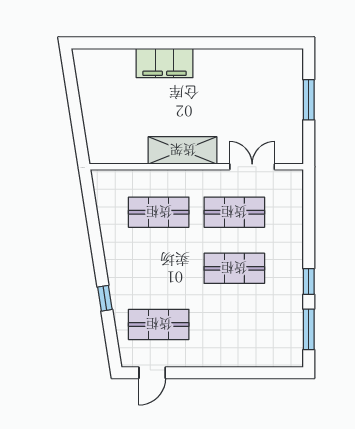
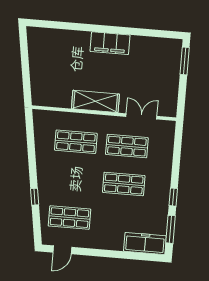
filing cabinet: (165, 63) -> (110, 43), moved
window: (309, 100) -> (185, 61), moved
freezer: (273, 353) -> (145, 243), added

